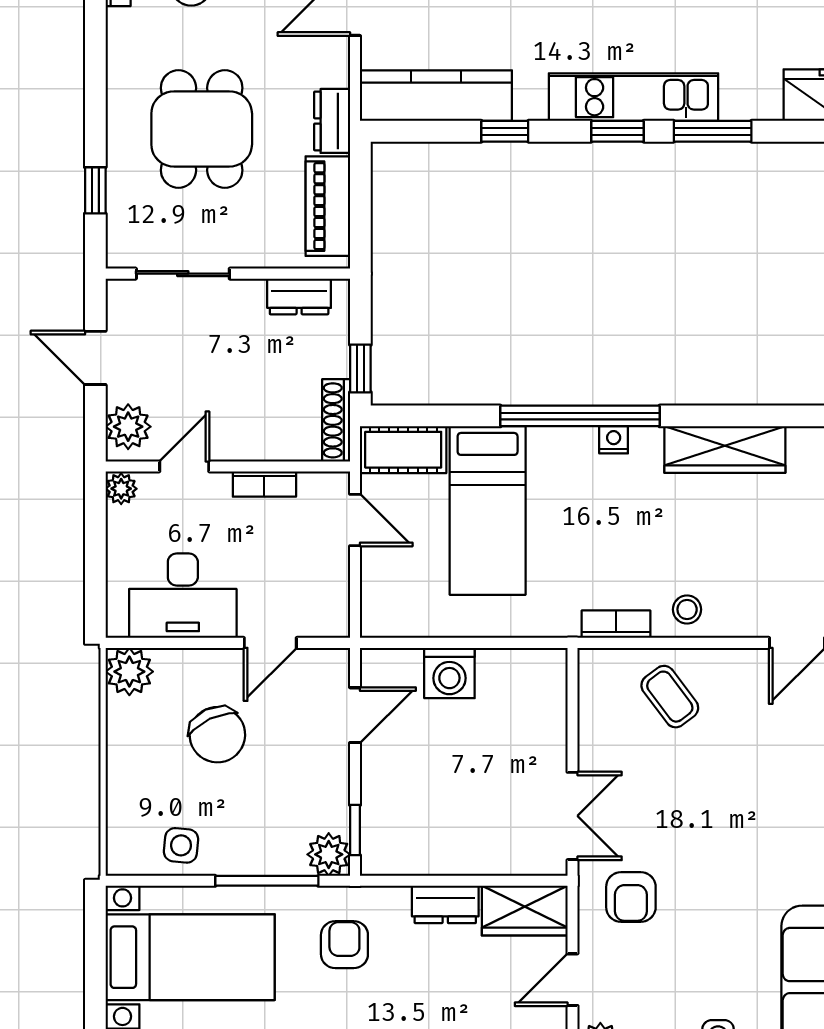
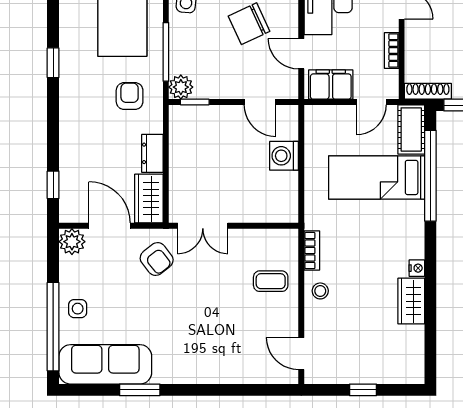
window: (580, 416) -> (430, 176), moved
nightstand: (614, 440) -> (417, 268), moved
wardrobe: (725, 450) -> (411, 301), width x0.67
filing cabinet: (324, 591) -> (331, 85), added
coffee table: (670, 697) -> (271, 281), turned 37
armchair: (631, 897) -> (157, 259), turned -128
armchair: (344, 945) -> (130, 96), turned -90
door: (572, 980) -> (110, 226), width x1.38

